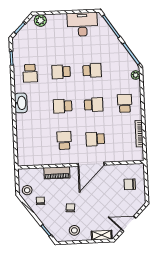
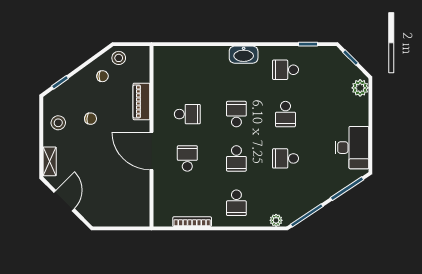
school desk: (92, 70) -> (285, 158), turned 90
school desk: (61, 72) -> (285, 114), turned 180
school desk: (125, 103) -> (236, 203), turned 90
chair: (130, 184) -> (120, 205), removed

